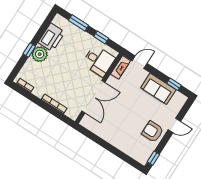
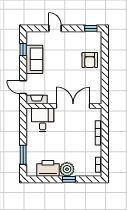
window: (101, 37) -> (23, 130), removed
armchair: (153, 132) -> (90, 60), moved

